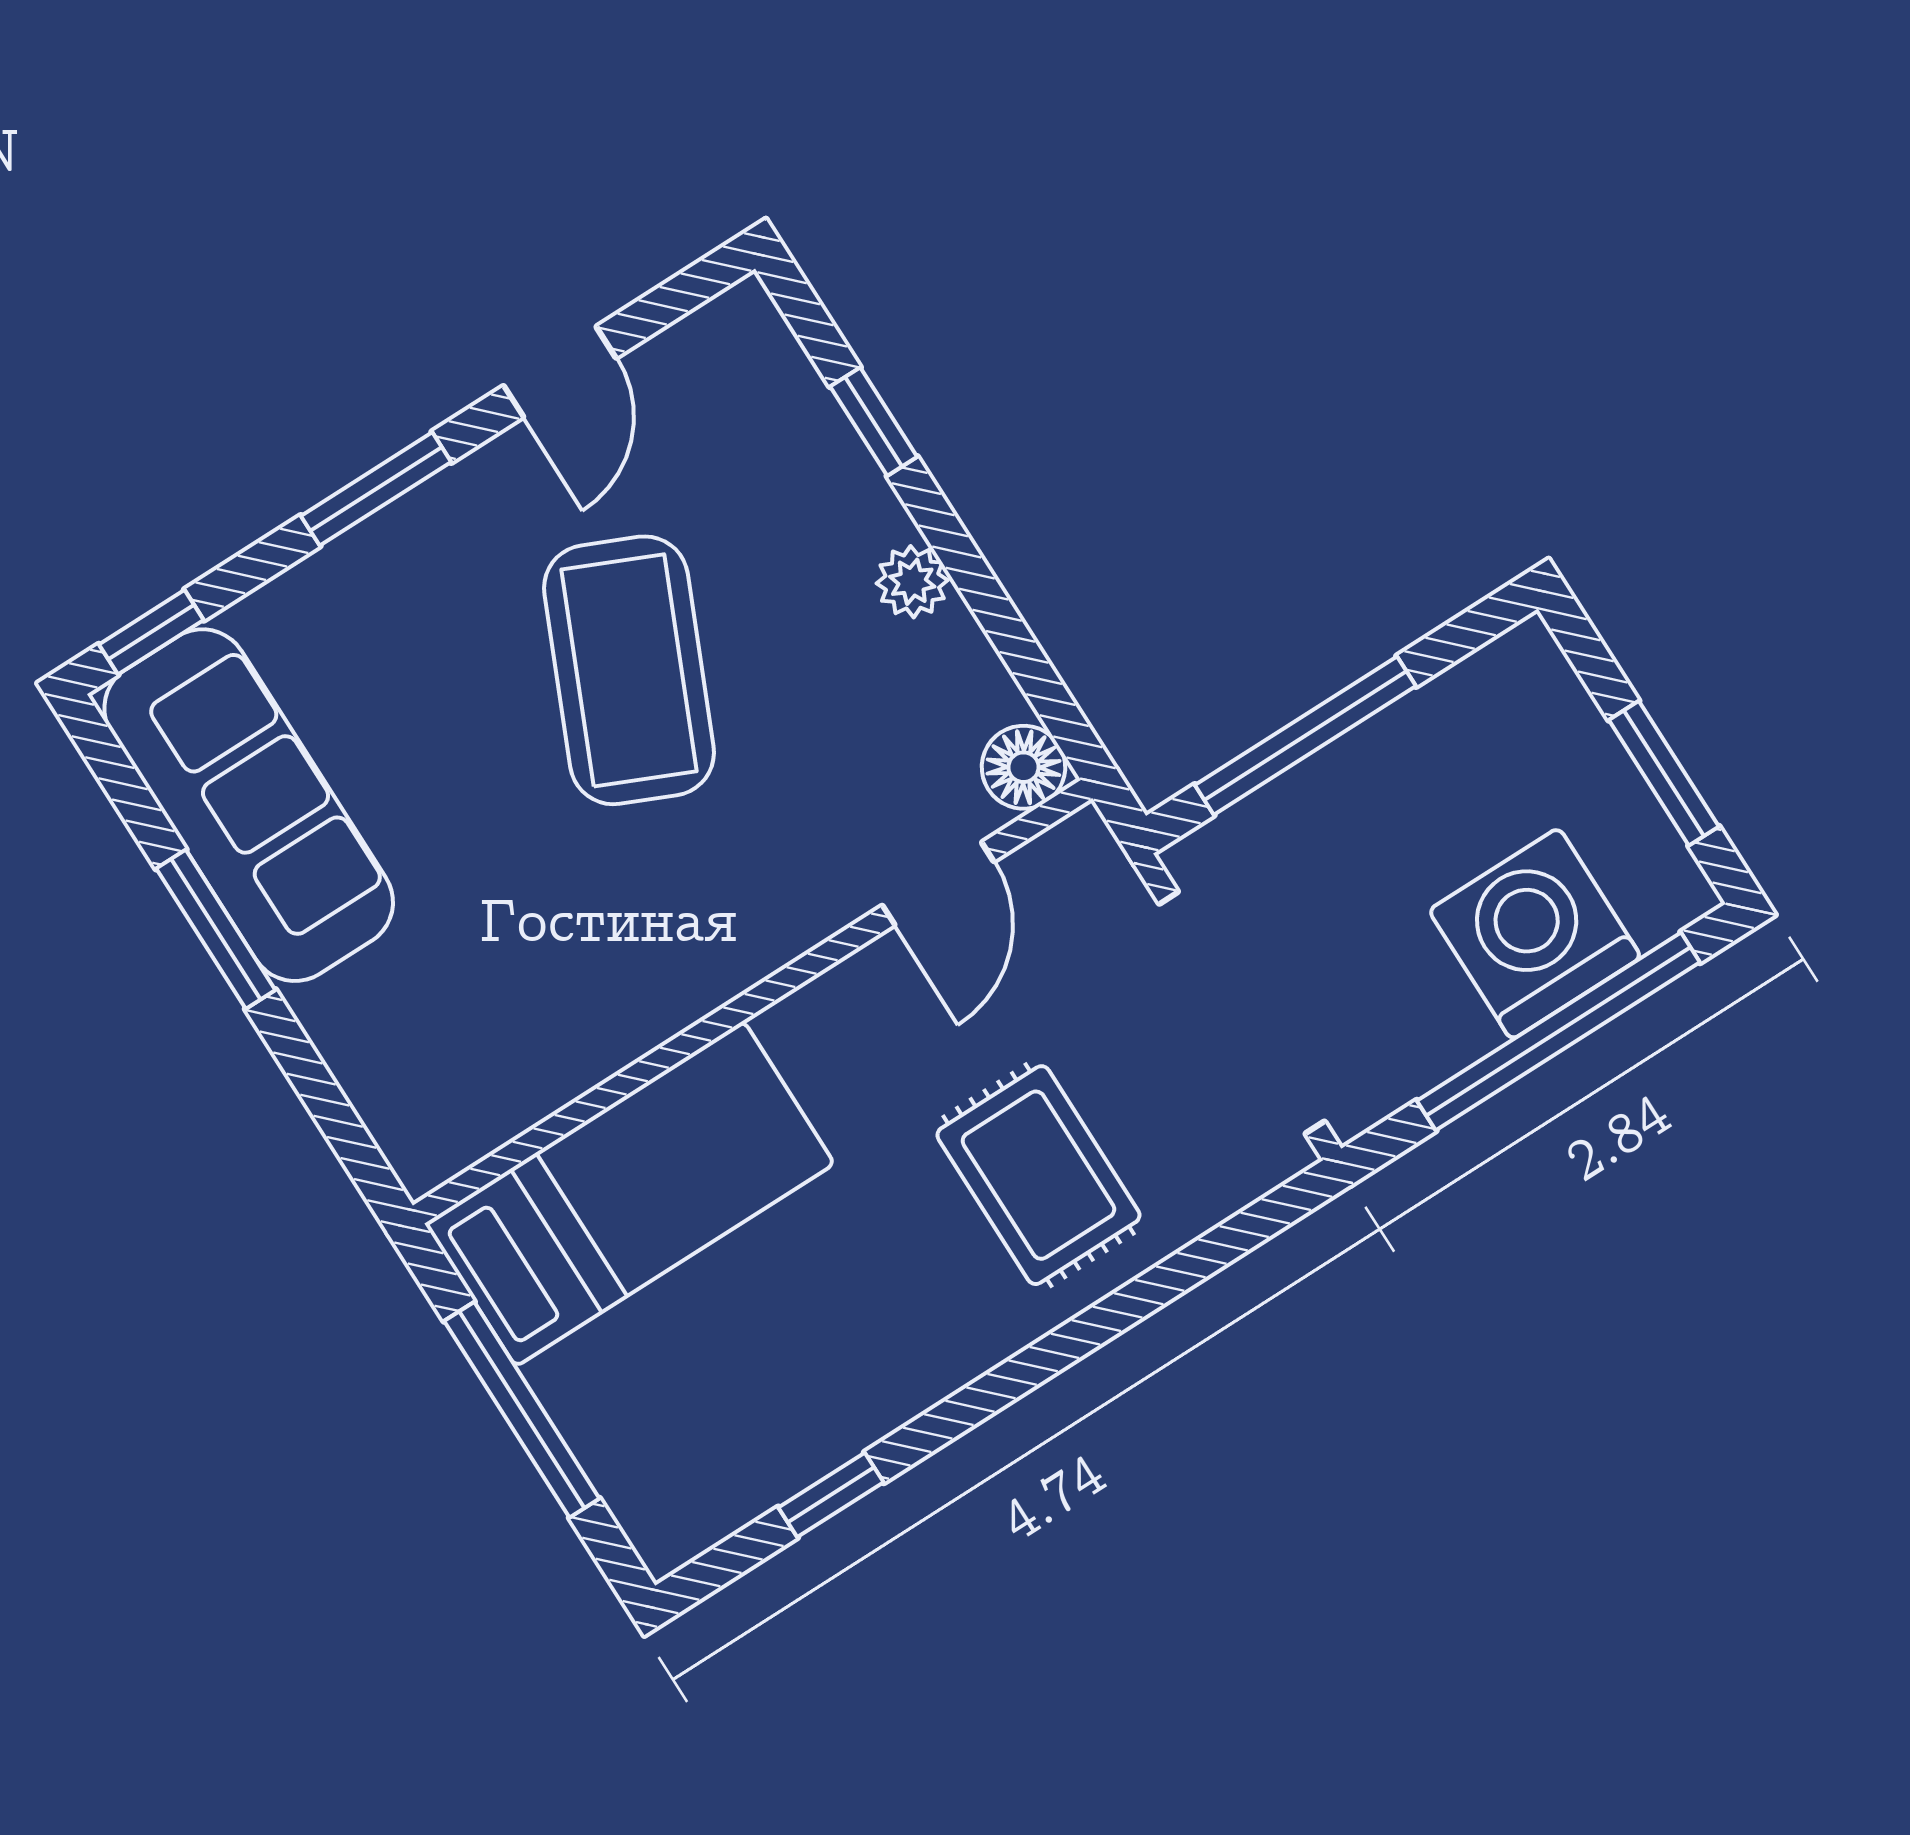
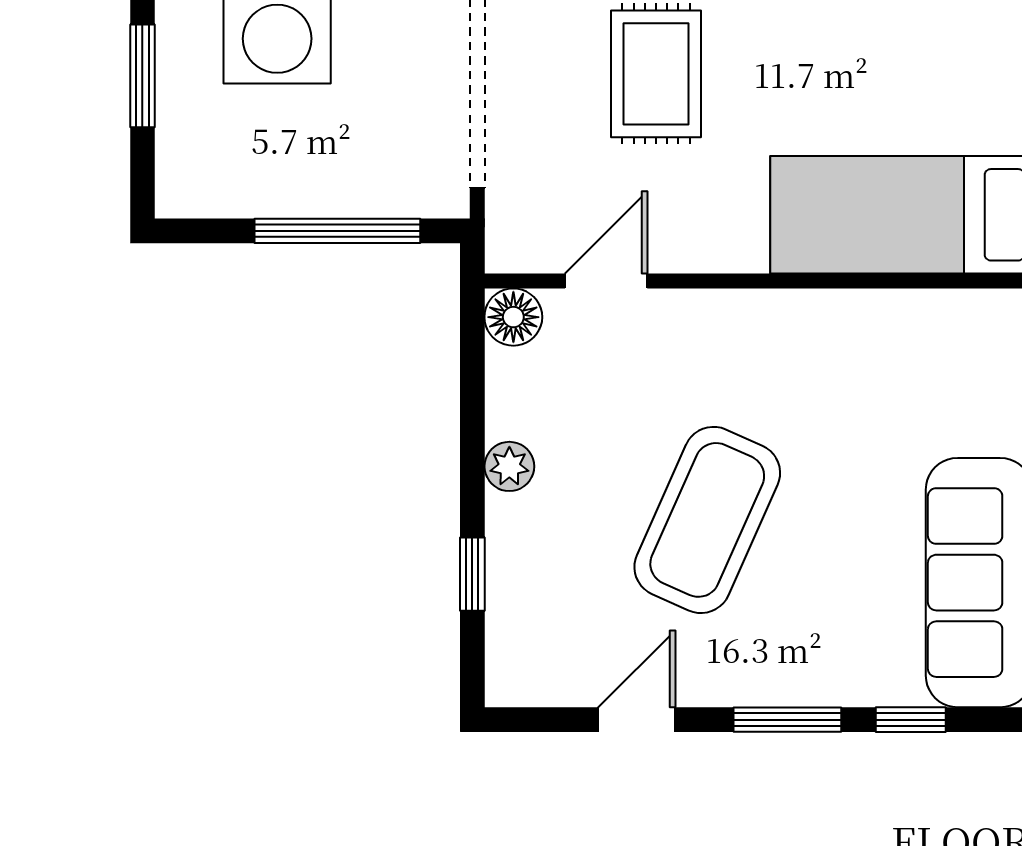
window: (151, 632) -> (911, 720), moved

